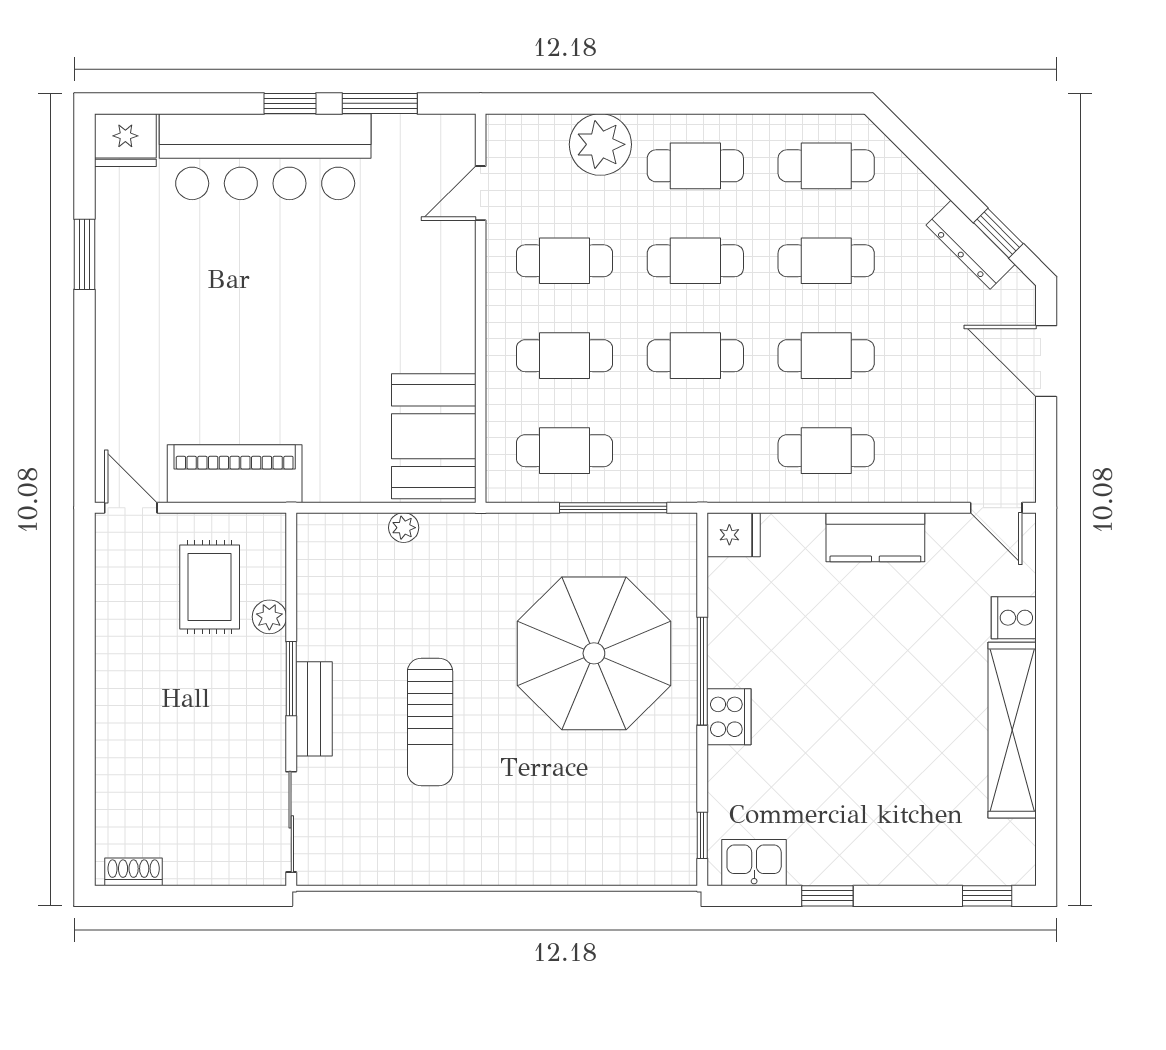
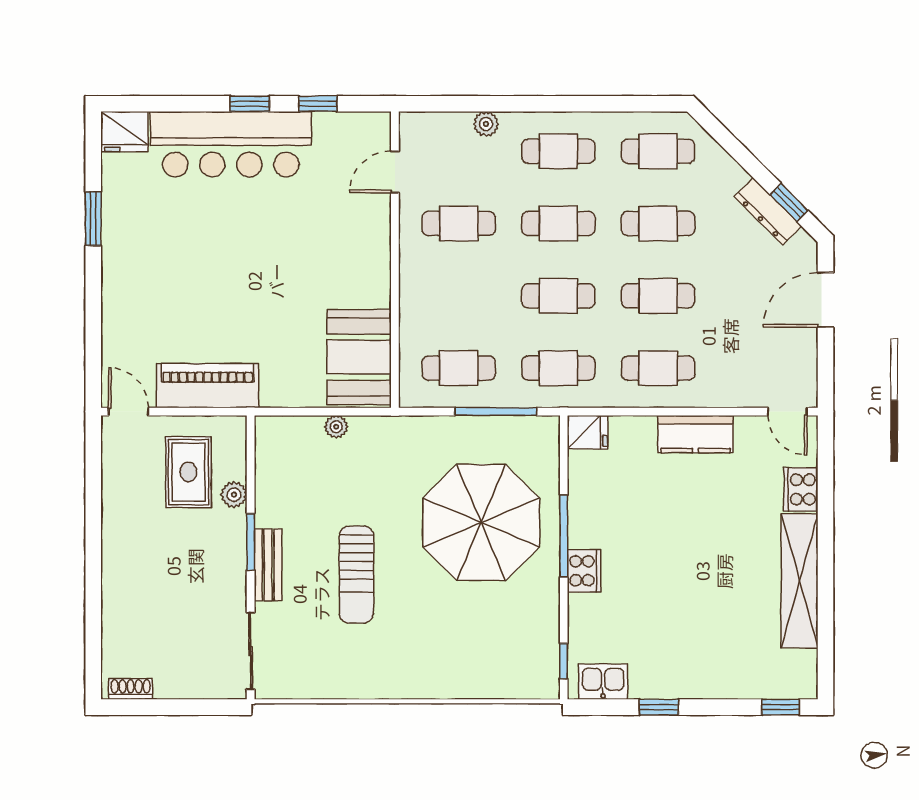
window: (380, 103) -> (318, 104), width x0.67
plant: (600, 144) -> (486, 124), width x0.53, depth x0.53
cafe table: (564, 356) -> (558, 368), moved
door: (1046, 361) -> (825, 300), hinge flipped
cooker: (1014, 618) -> (801, 489), width x1.36

